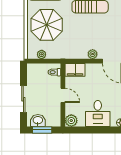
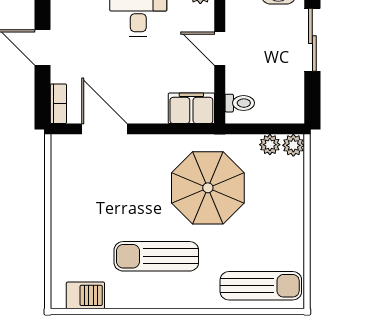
parasol: (47, 25) -> (208, 188), moved
plant: (93, 54) -> (293, 145), moved

